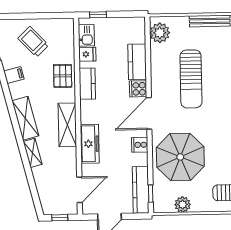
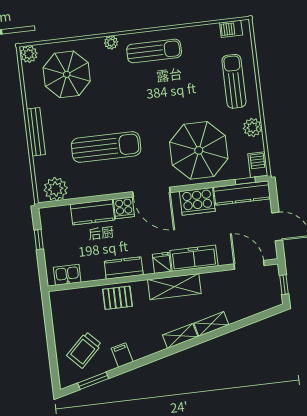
window: (98, 15) -> (39, 240), moved
trolley: (33, 42) -> (84, 350), moved
fridge: (87, 54) -> (162, 263), moved
shelving: (25, 118) -> (180, 336), width x0.67, depth x0.75
cooker: (140, 145) -> (197, 201), width x1.87, depth x1.31
plant: (183, 205) -> (253, 127), moved
barbecue: (163, 206) -> (258, 165), added

